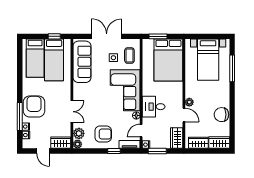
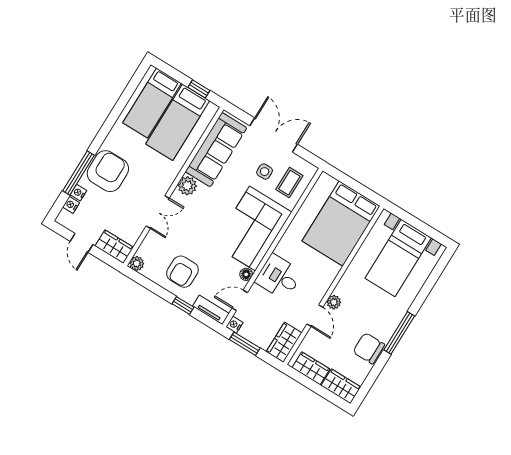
window: (158, 36) -> (347, 180), removed
window: (232, 68) -> (399, 333), moved
plant: (79, 133) -> (187, 186), moved
armchair: (103, 134) -> (182, 272), turned 90

